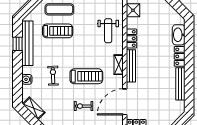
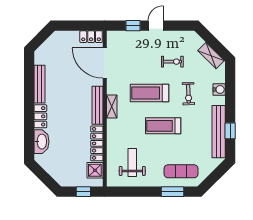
treadmill: (58, 31) -> (163, 126), moved
weight bench: (108, 31) -> (132, 163), moved
locker: (131, 39) -> (97, 143), width x1.53
door: (125, 102) -> (105, 63), swing flipped
exercise bike: (83, 106) -> (172, 62), moved

